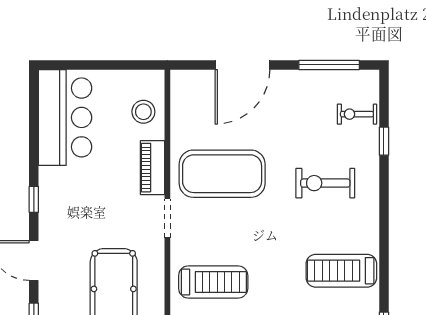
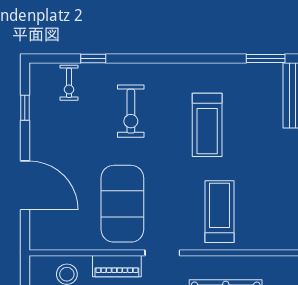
window: (329, 65) -> (25, 108), width x0.46
treadmill: (341, 271) -> (207, 125), moved

